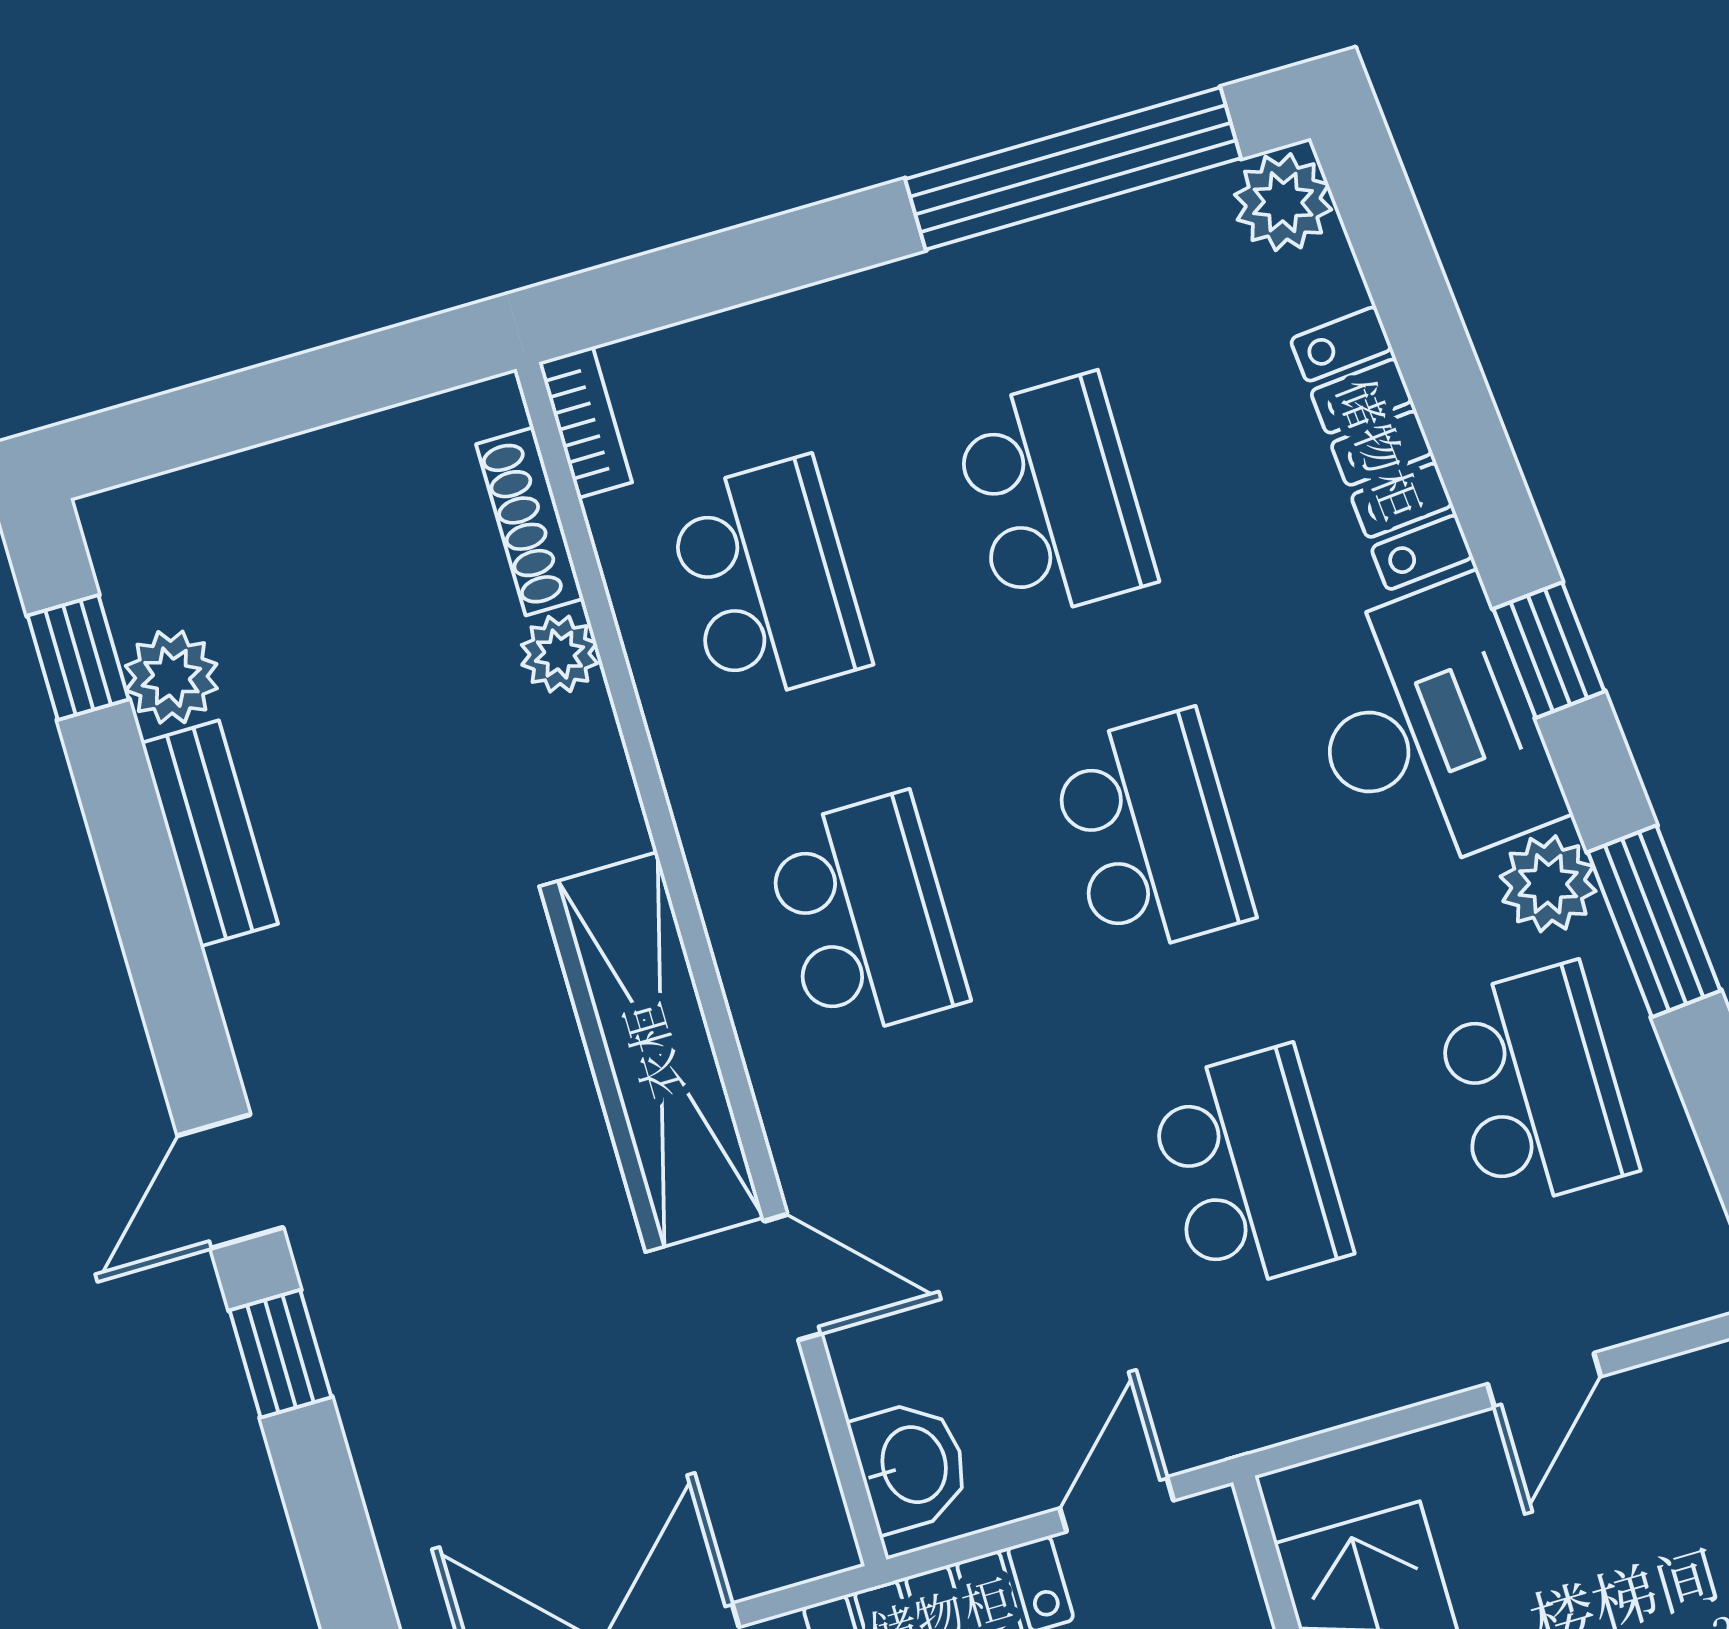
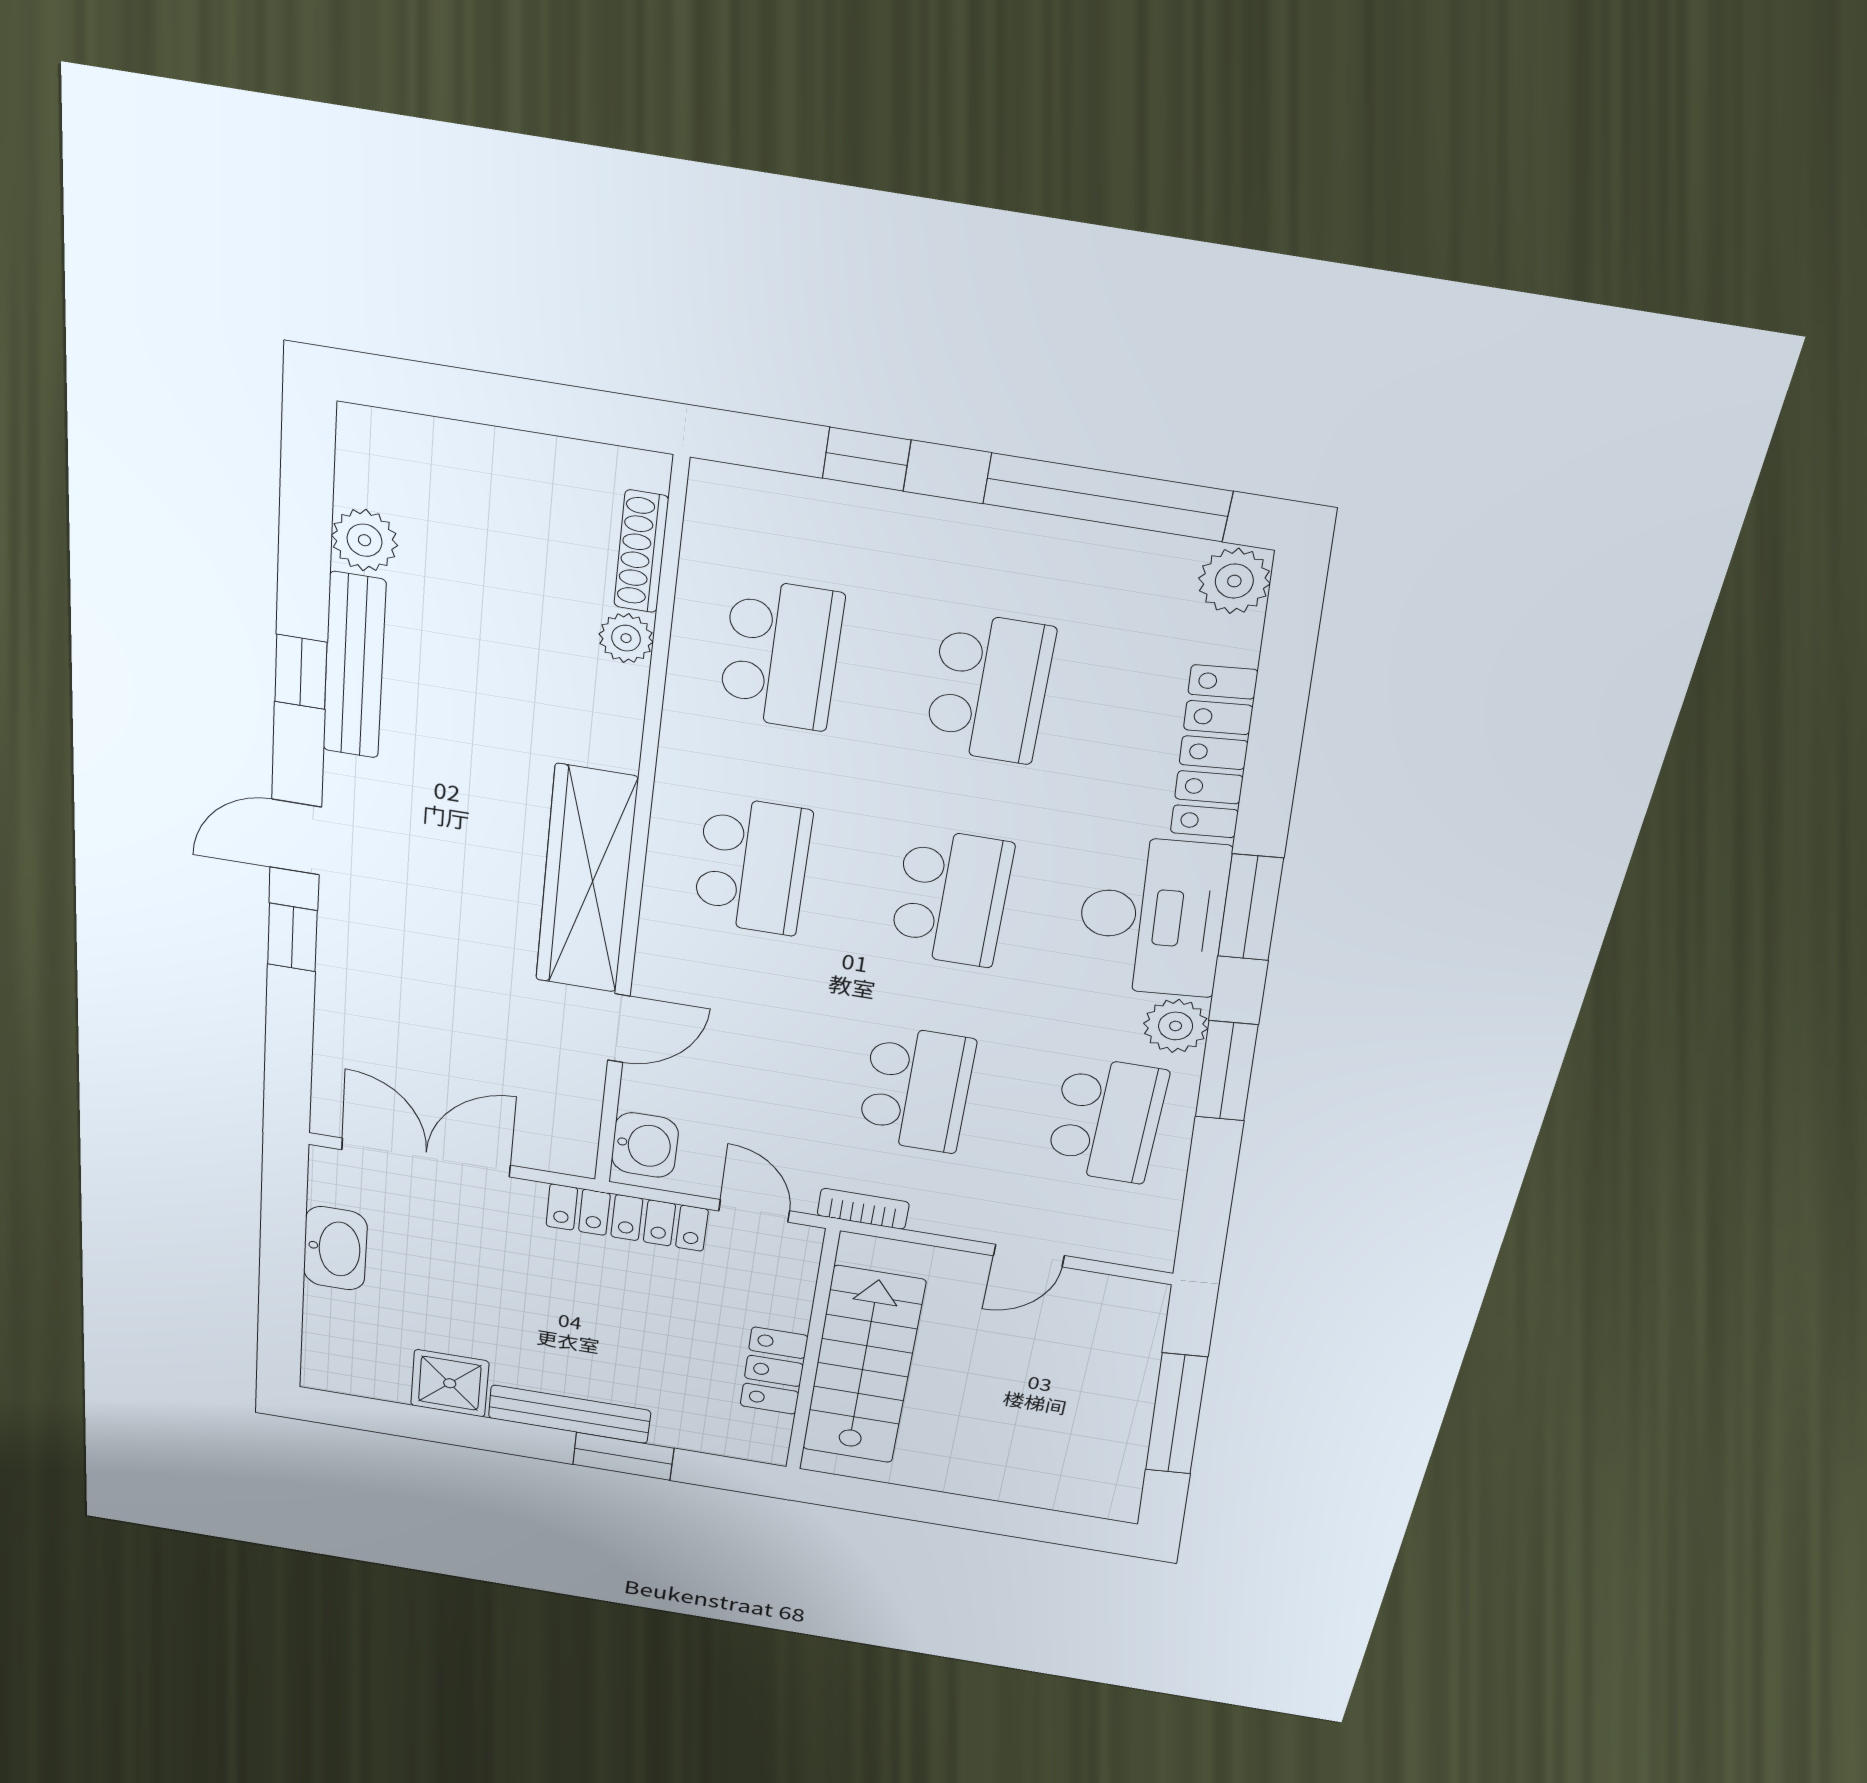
window: (757, 260) -> (867, 459), added
bookcase: (585, 422) -> (863, 1209), moved, turned -90
window: (1549, 650) -> (1250, 908), width x1.50
window: (78, 657) -> (301, 672), moved
bench: (210, 833) -> (354, 666), width x1.36
door: (793, 1277) -> (619, 1028), hinge flipped
door: (1117, 1504) -> (754, 1211), hinge flipped

